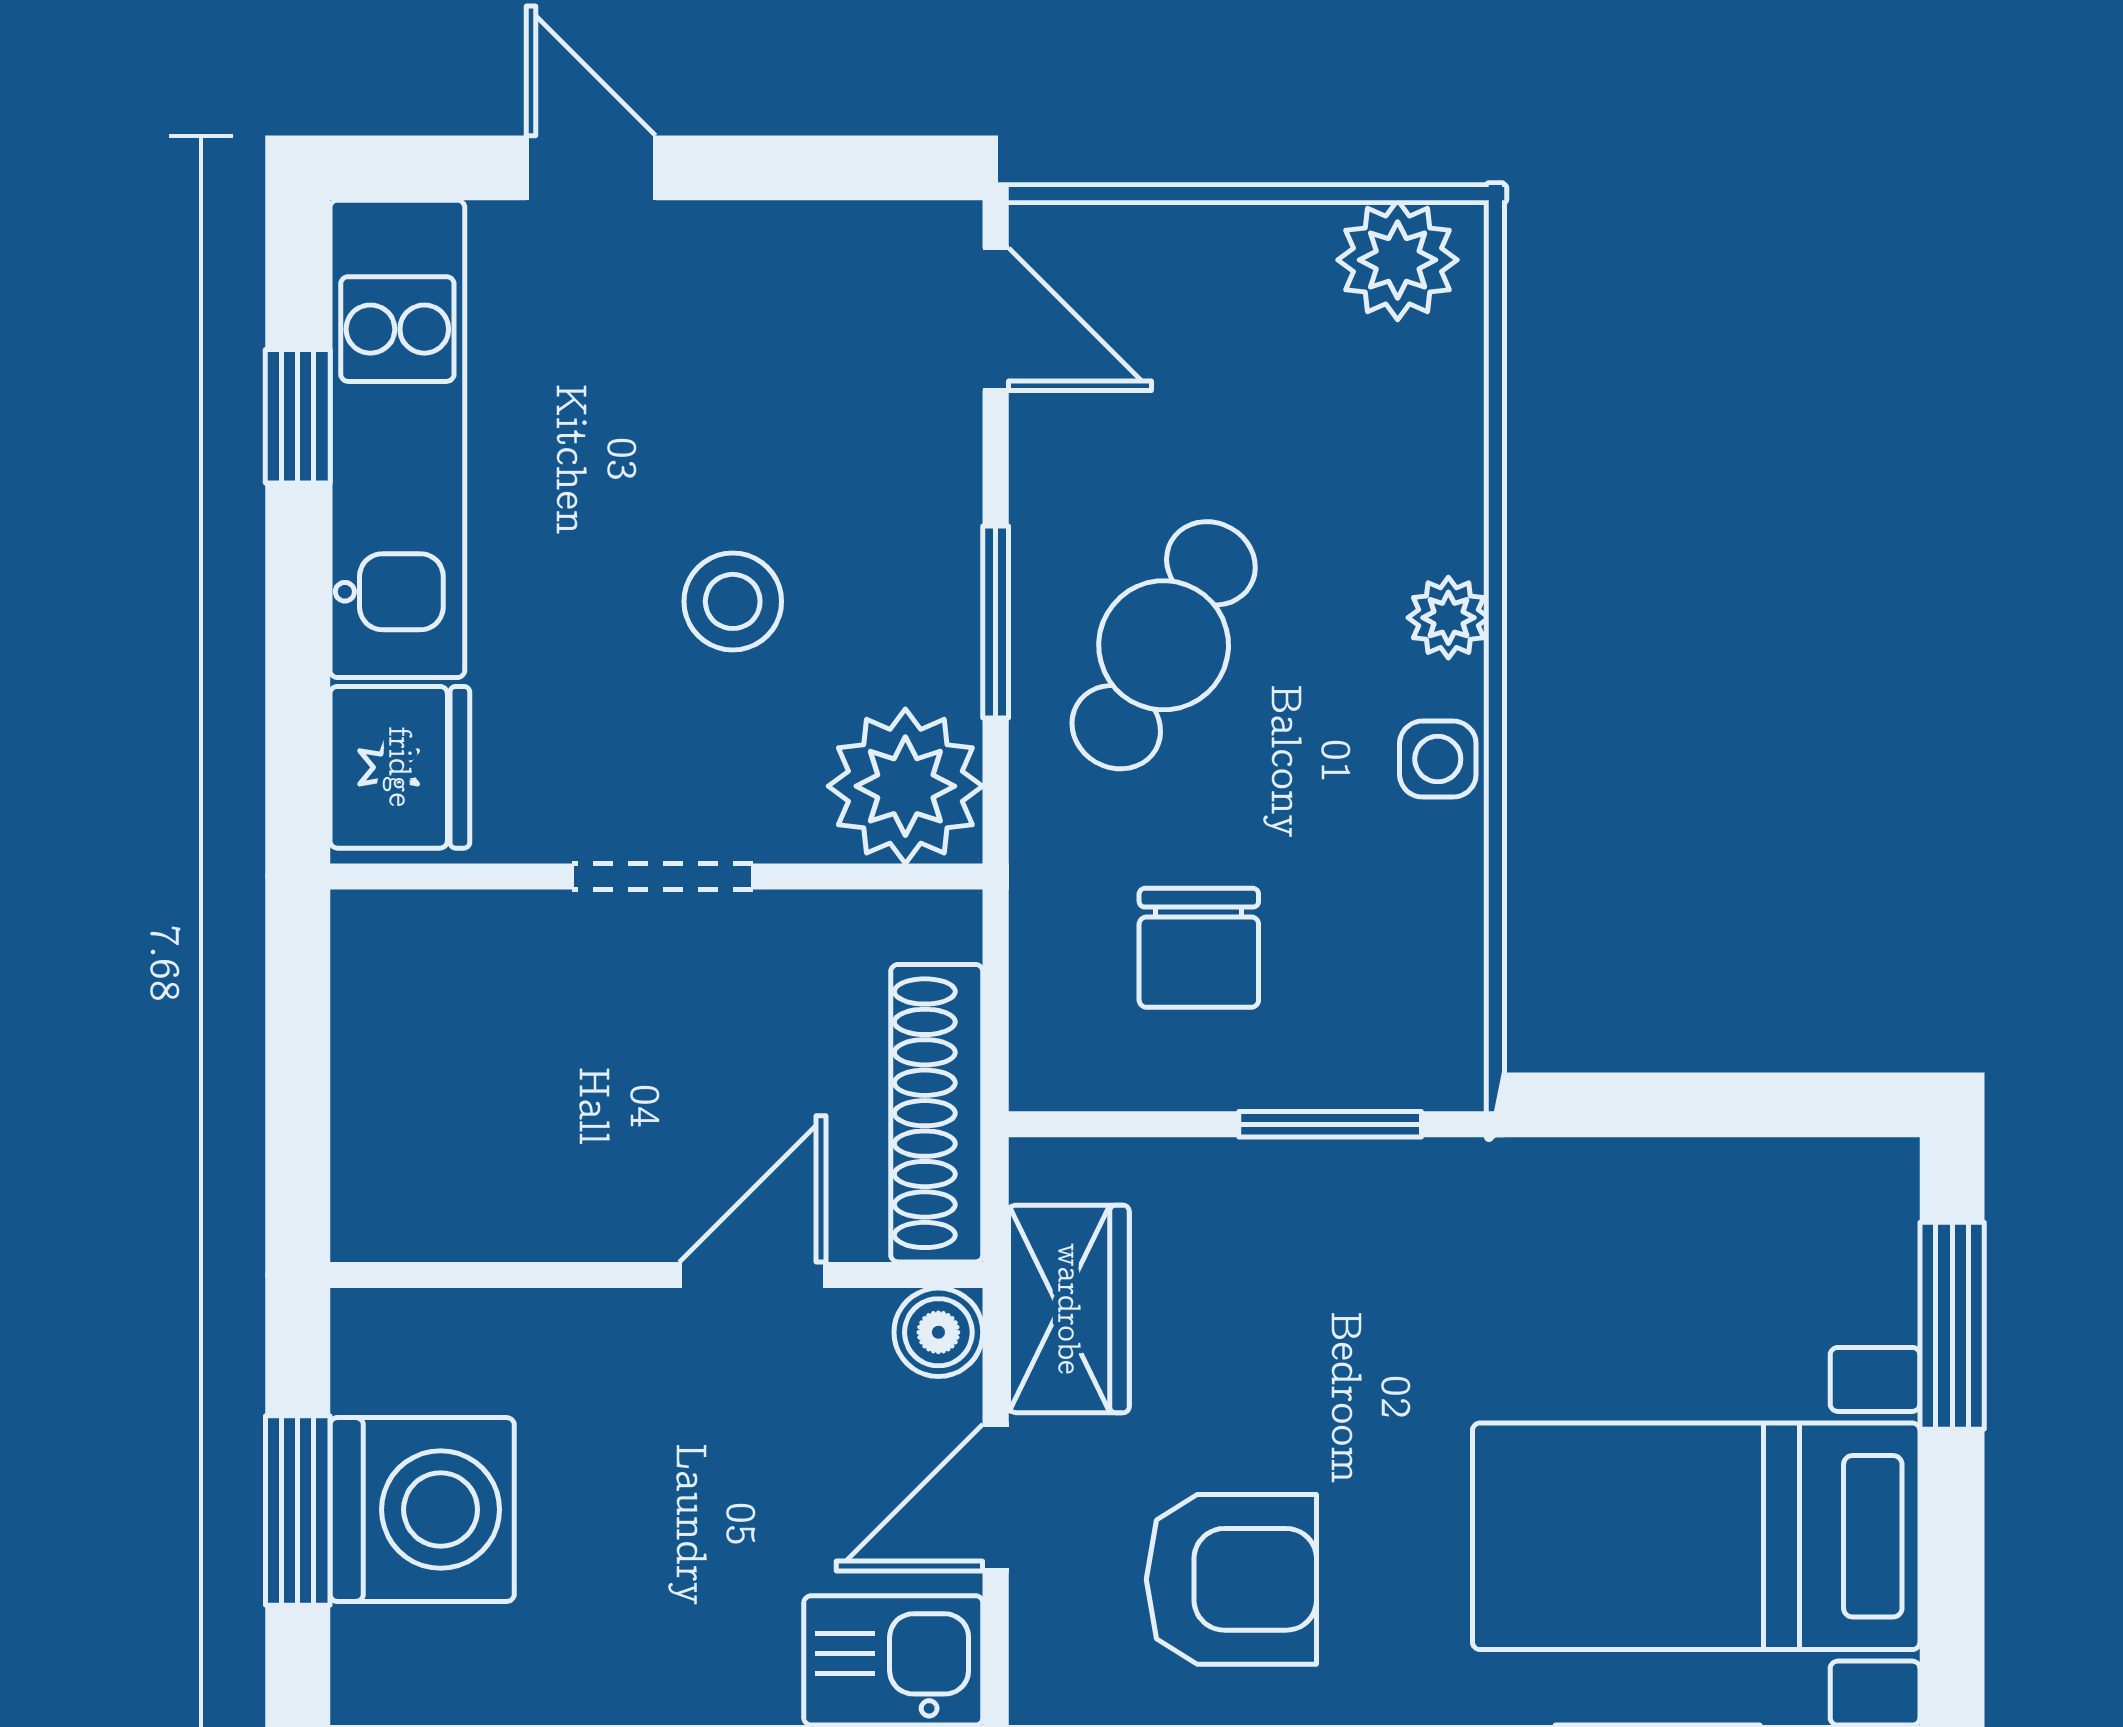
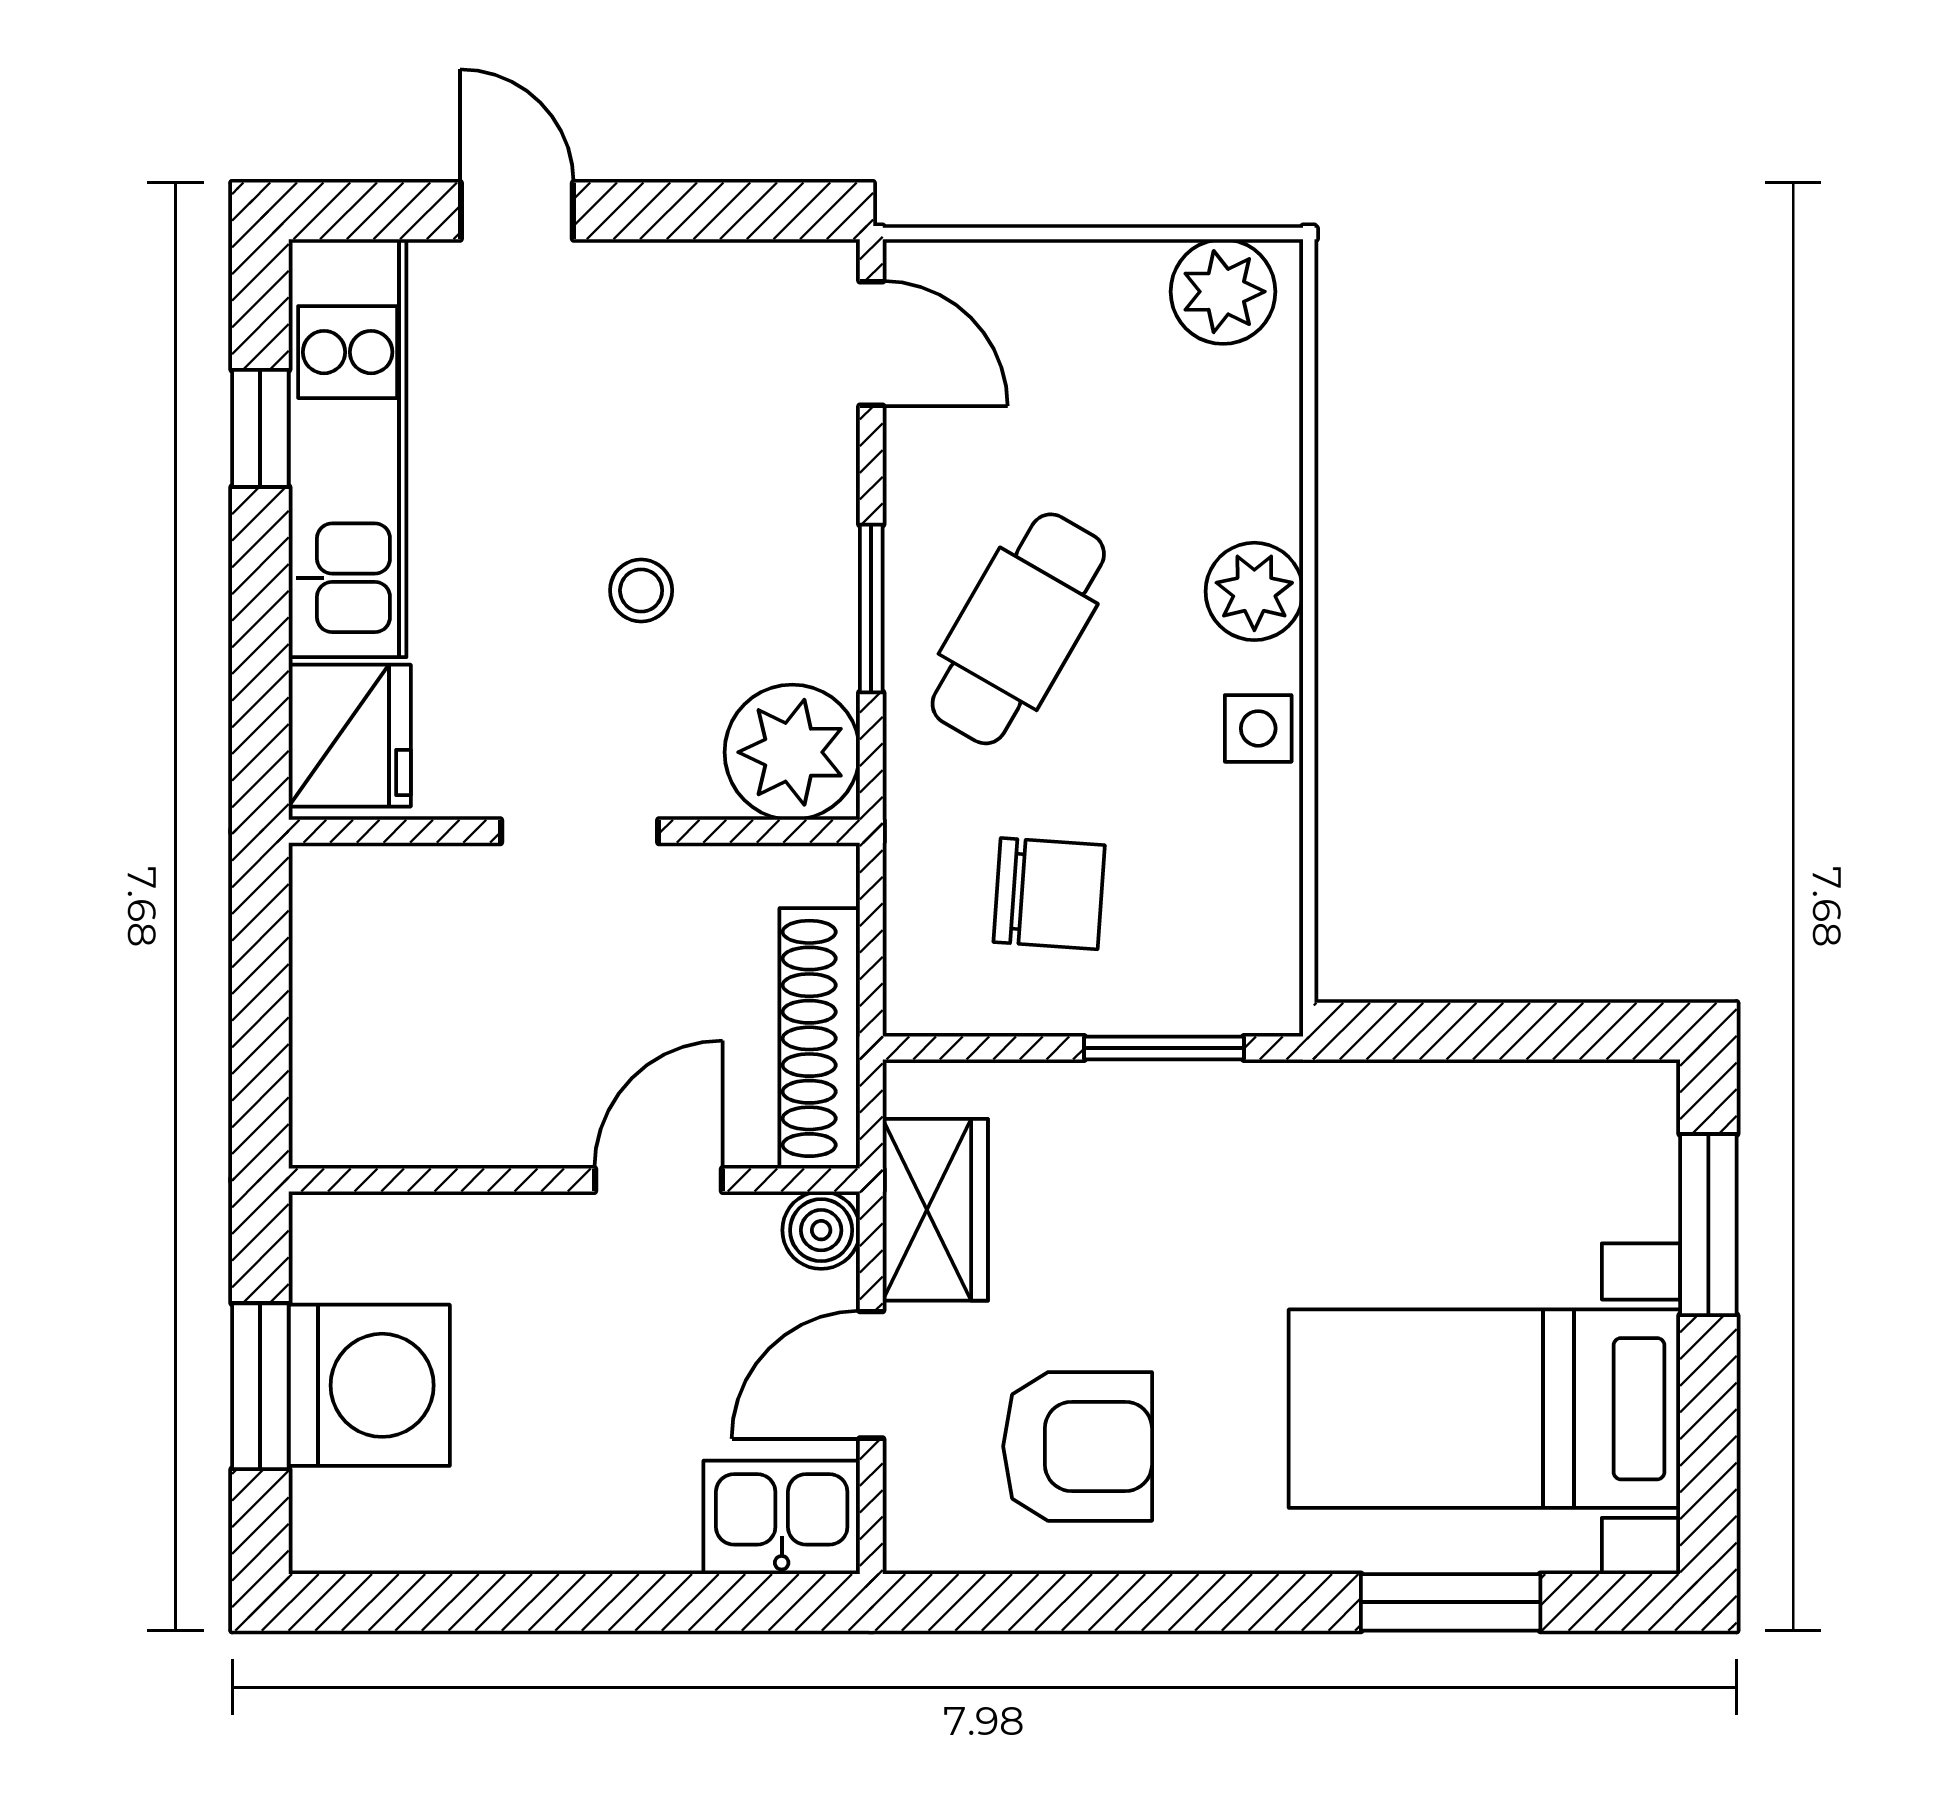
stool: (733, 601) -> (641, 590), width x0.73, depth x0.73
plant: (1448, 618) -> (1254, 591), width x1.38, depth x1.38
chair: (1199, 948) -> (1049, 894), turned -86

